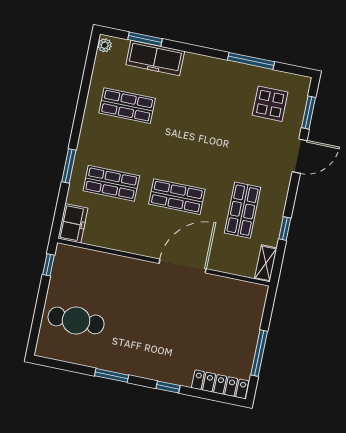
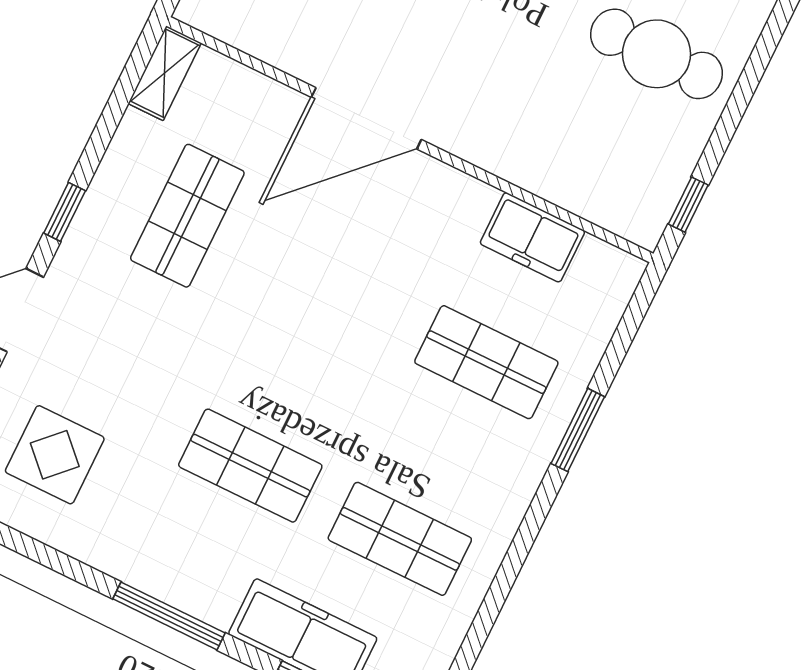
window: (251, 61) -> (169, 616), moved
shop shelf: (177, 197) -> (250, 466), moved
freezer: (73, 223) -> (532, 237), moved, turned -90
window: (285, 228) -> (65, 212), moved

